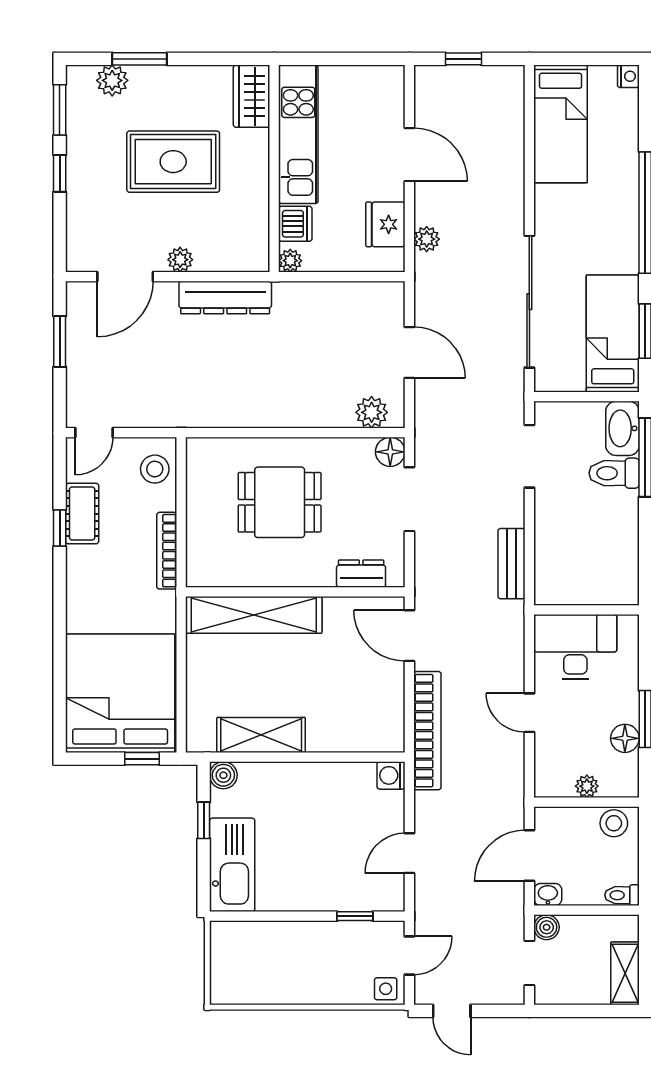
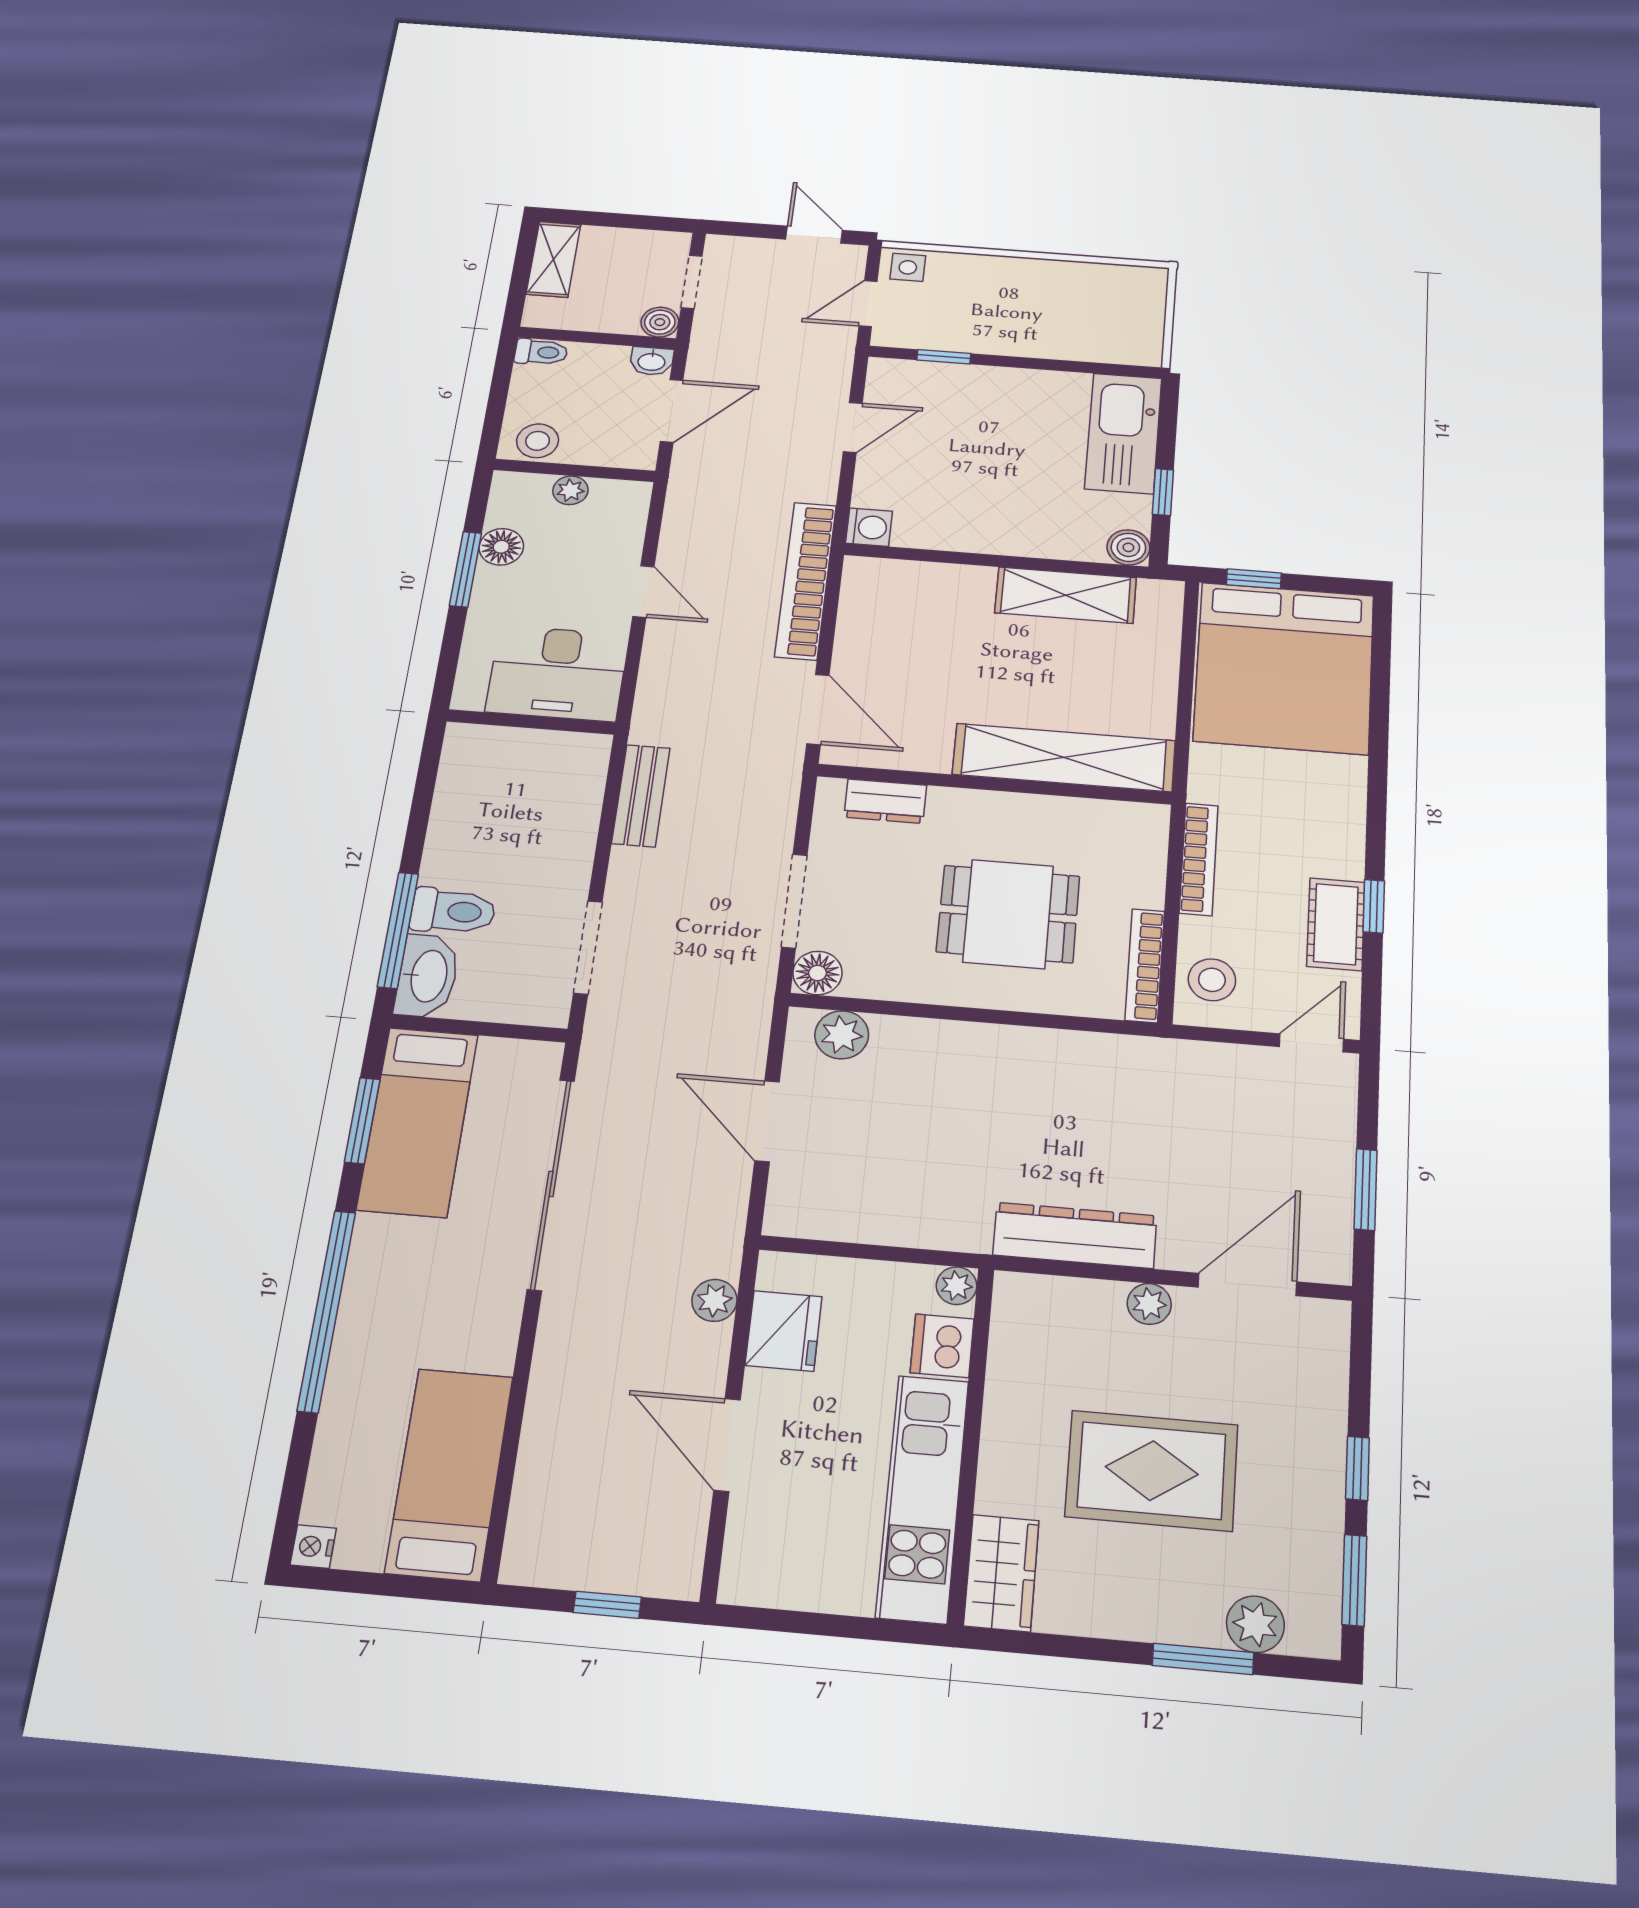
bookcase: (195, 475) -> (1145, 965), added

